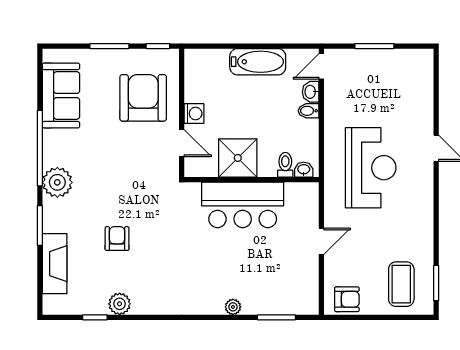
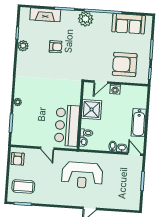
armchair: (143, 98) -> (125, 64), turned 180
bar counter: (243, 205) -> (67, 125), moved

